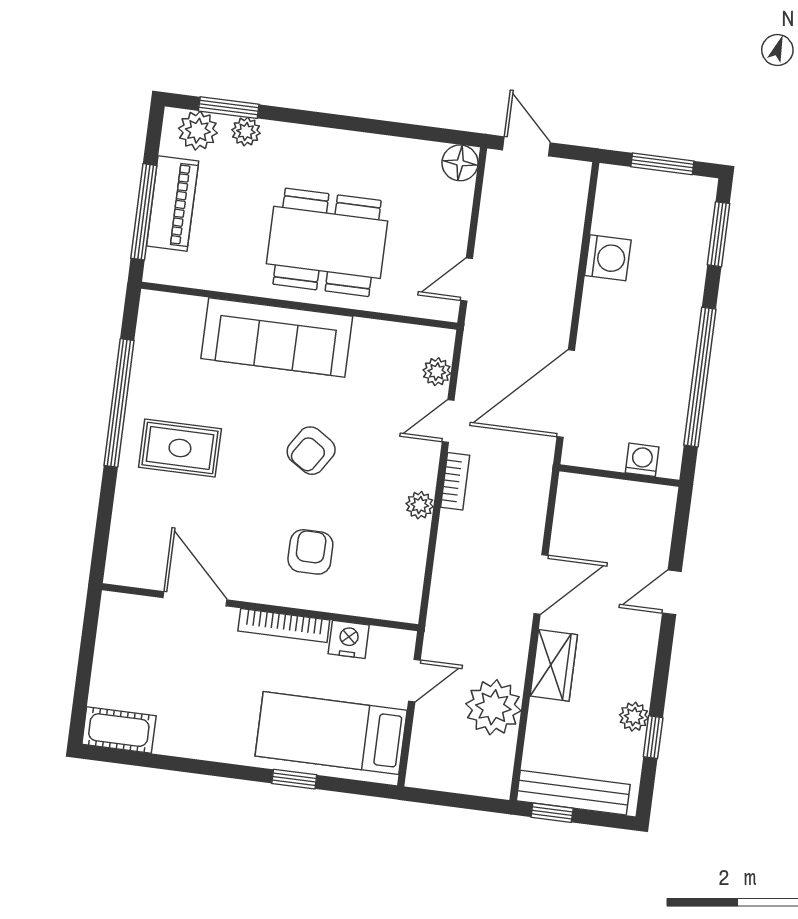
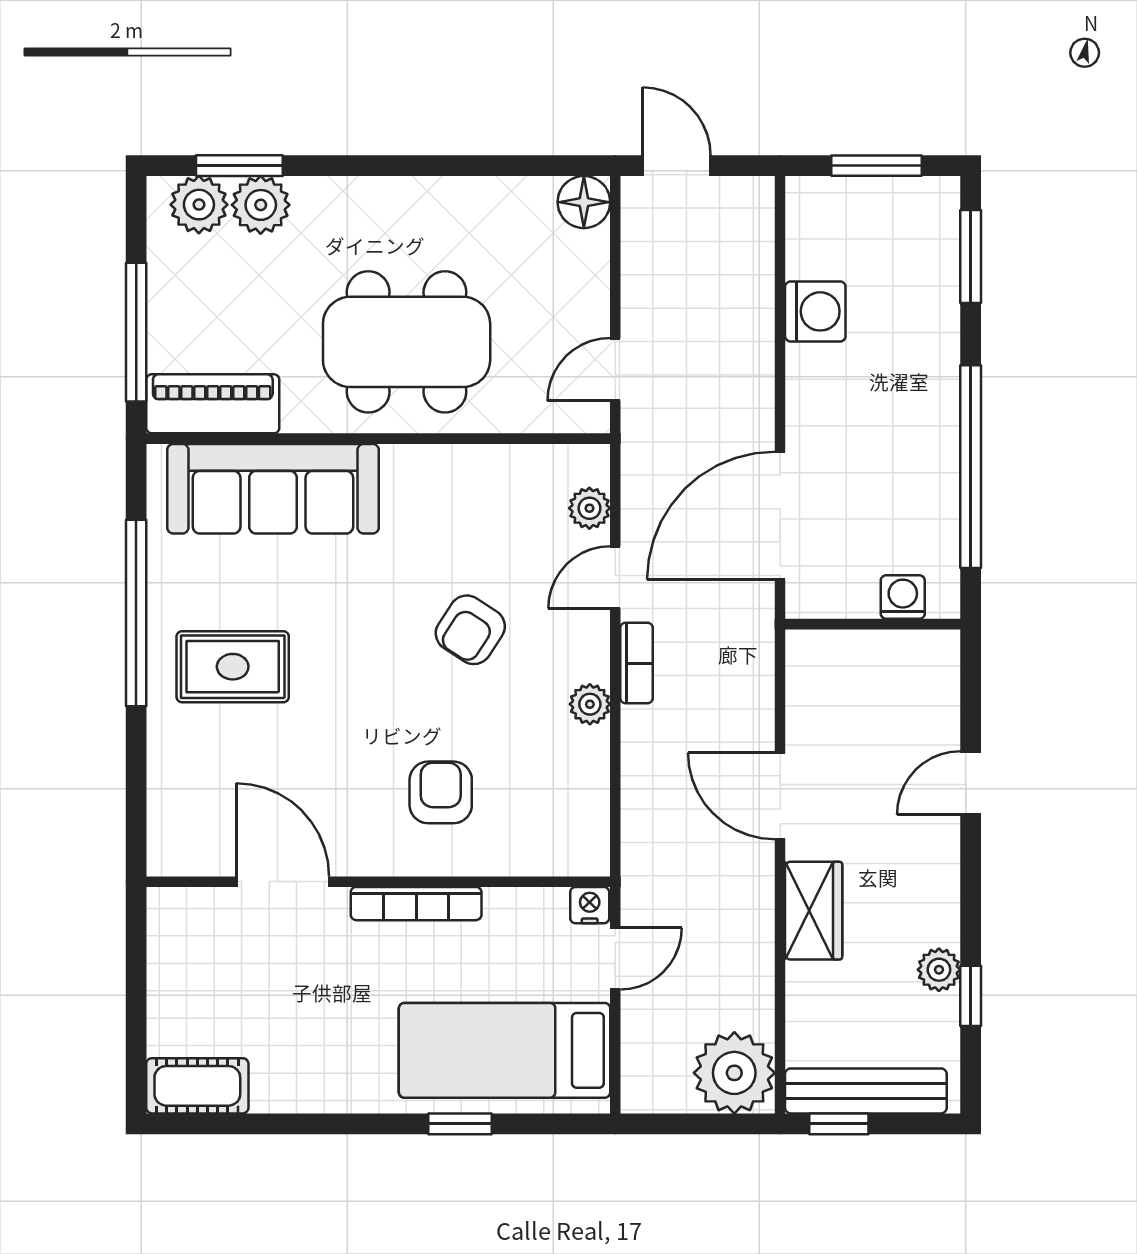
plant: (246, 132) -> (261, 205), width x1.38, depth x1.38
piano: (173, 203) -> (213, 404), moved, turned -90
sofa: (277, 337) -> (273, 489), moved
armchair: (311, 451) -> (470, 630), moved
door: (541, 584) -> (780, 796), swing flipped
nightstand: (349, 639) -> (590, 905), moved, width x0.72, depth x0.74
plant: (493, 707) -> (734, 1073), moved

